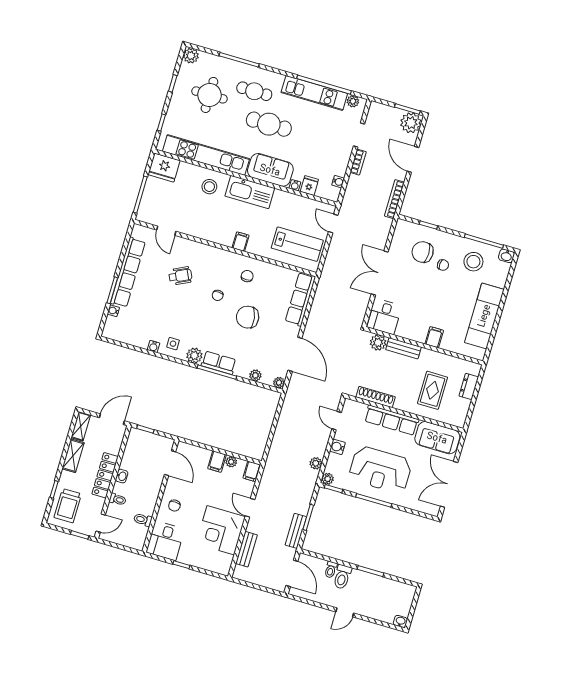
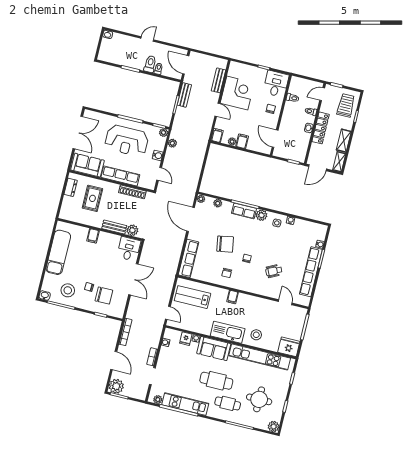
dresser: (469, 386) -> (71, 187), moved
reception desk: (380, 470) -> (127, 141), turned 180

